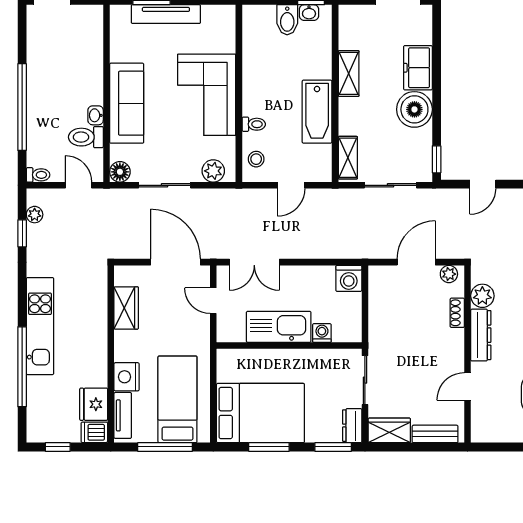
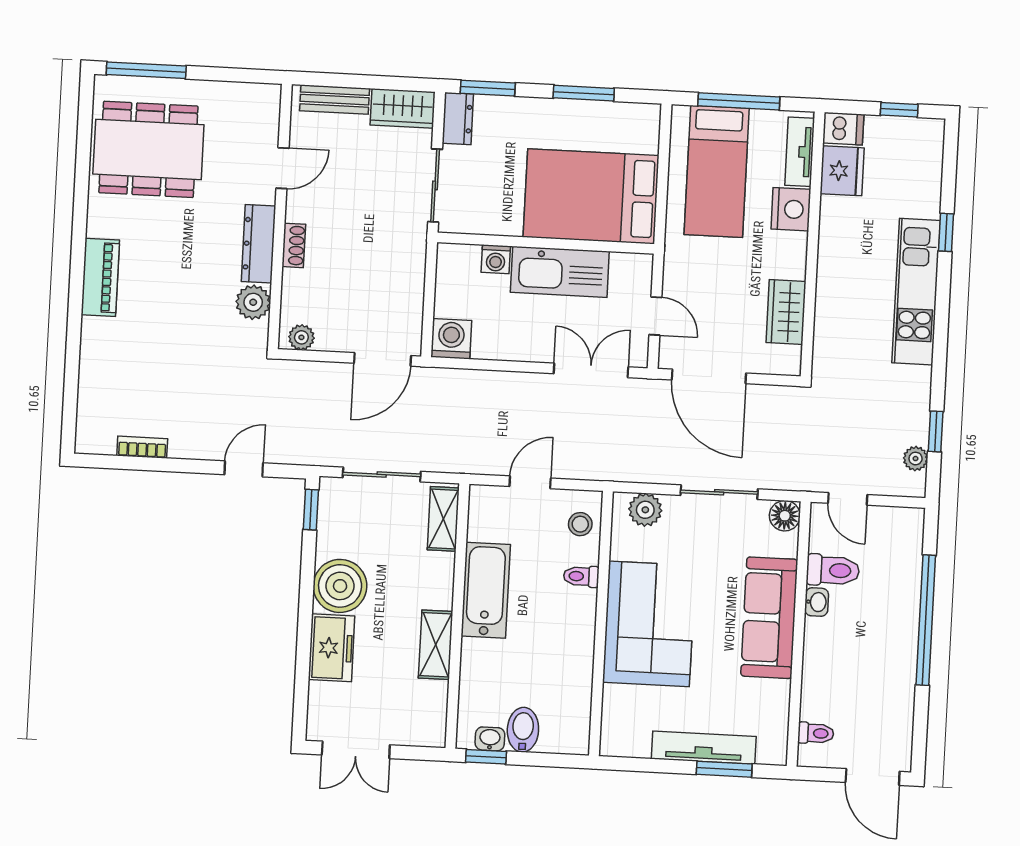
toilet: (38, 175) -> (816, 733), moved, turned 180
door: (416, 262) -> (382, 359), moved
shoe rack: (457, 313) -> (294, 245), moved
window: (22, 367) -> (946, 232), width x0.32
bed: (260, 413) -> (591, 196), moved

